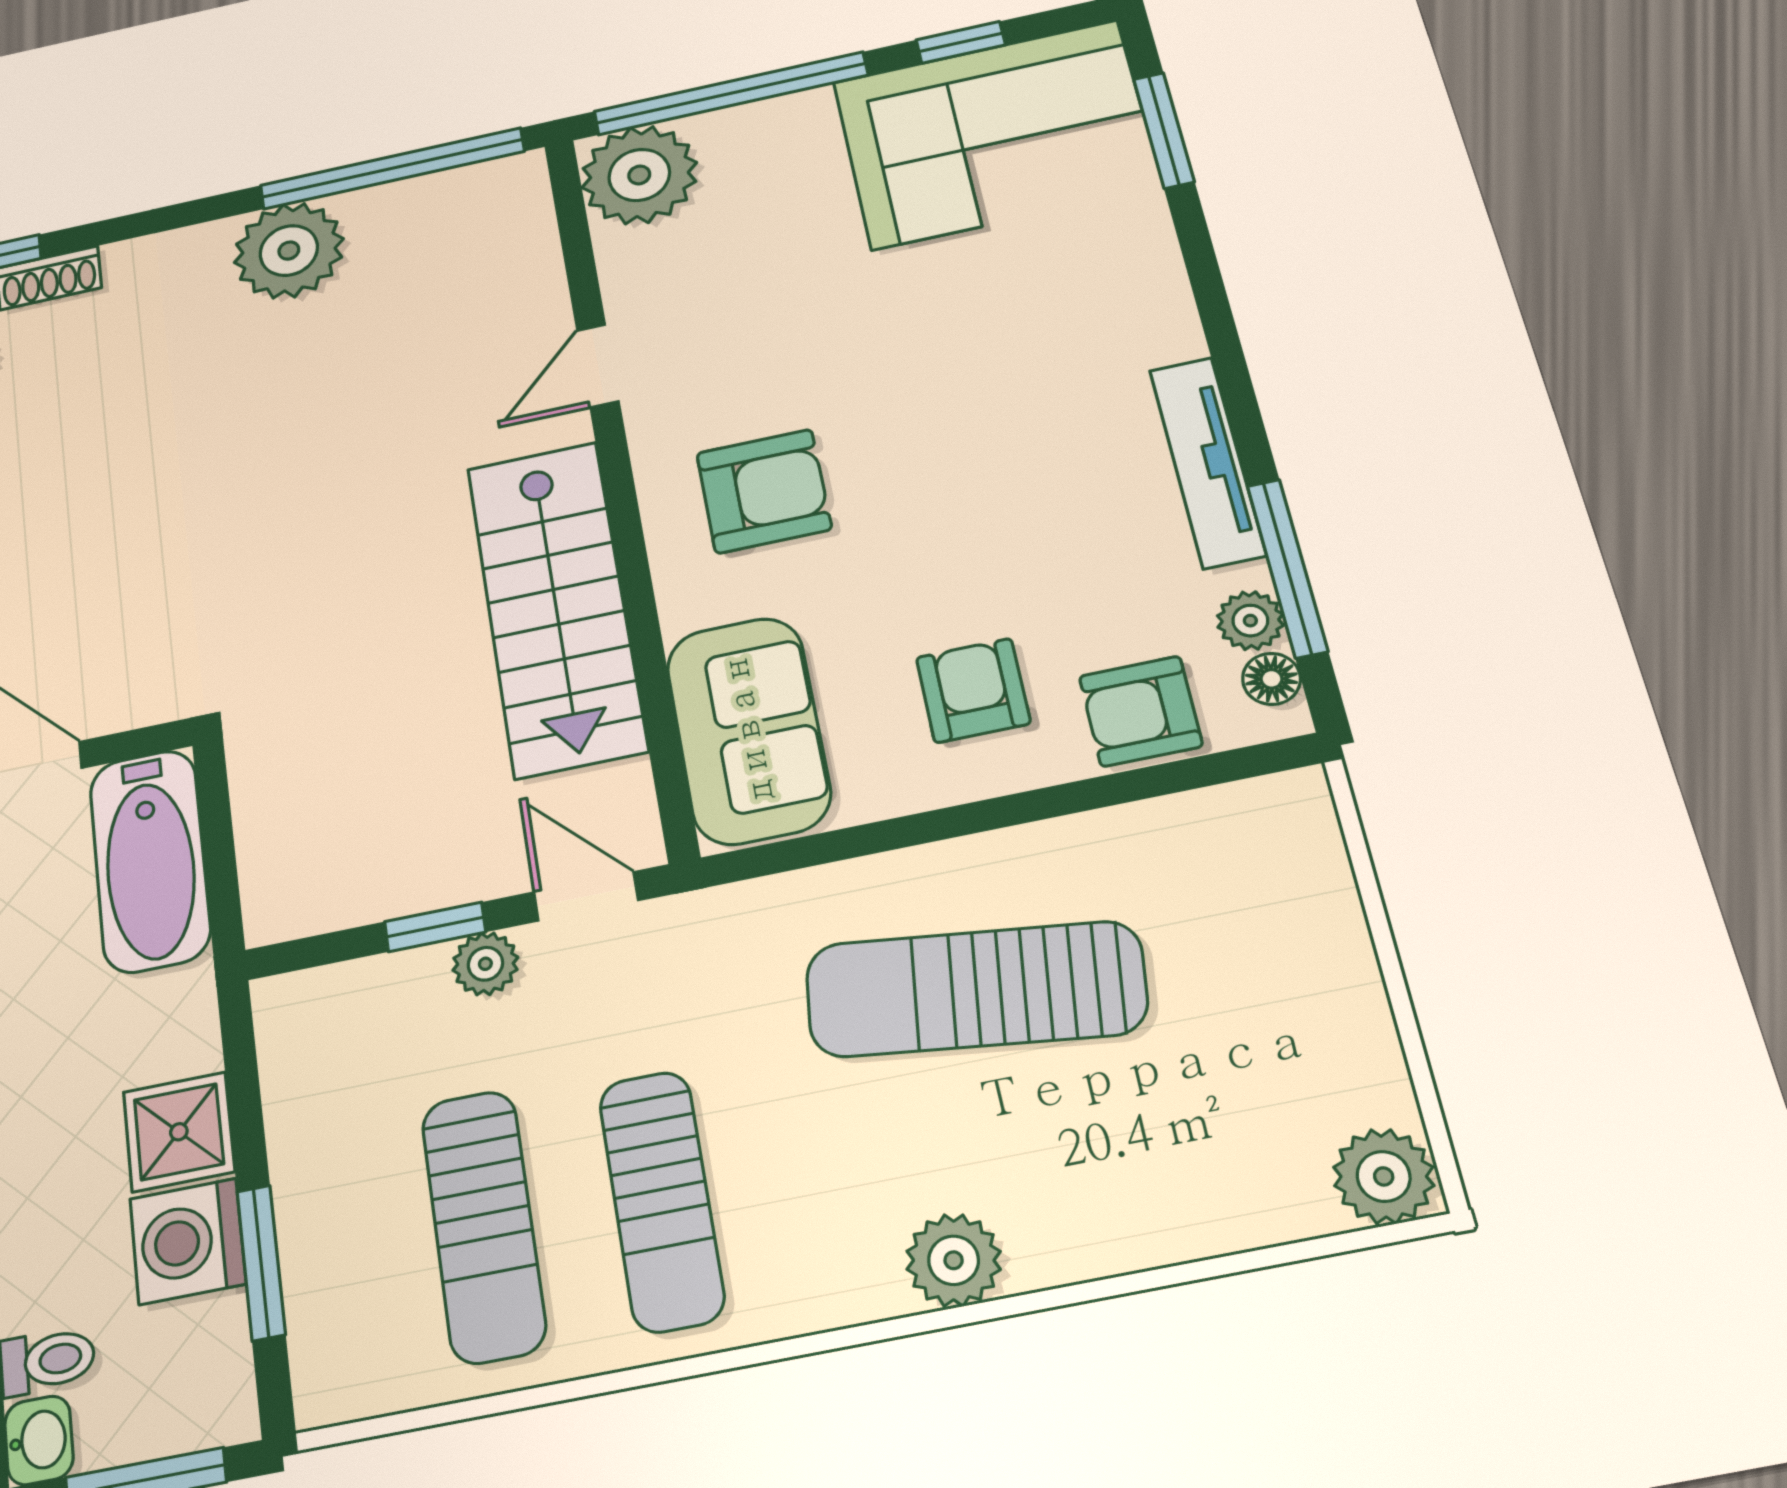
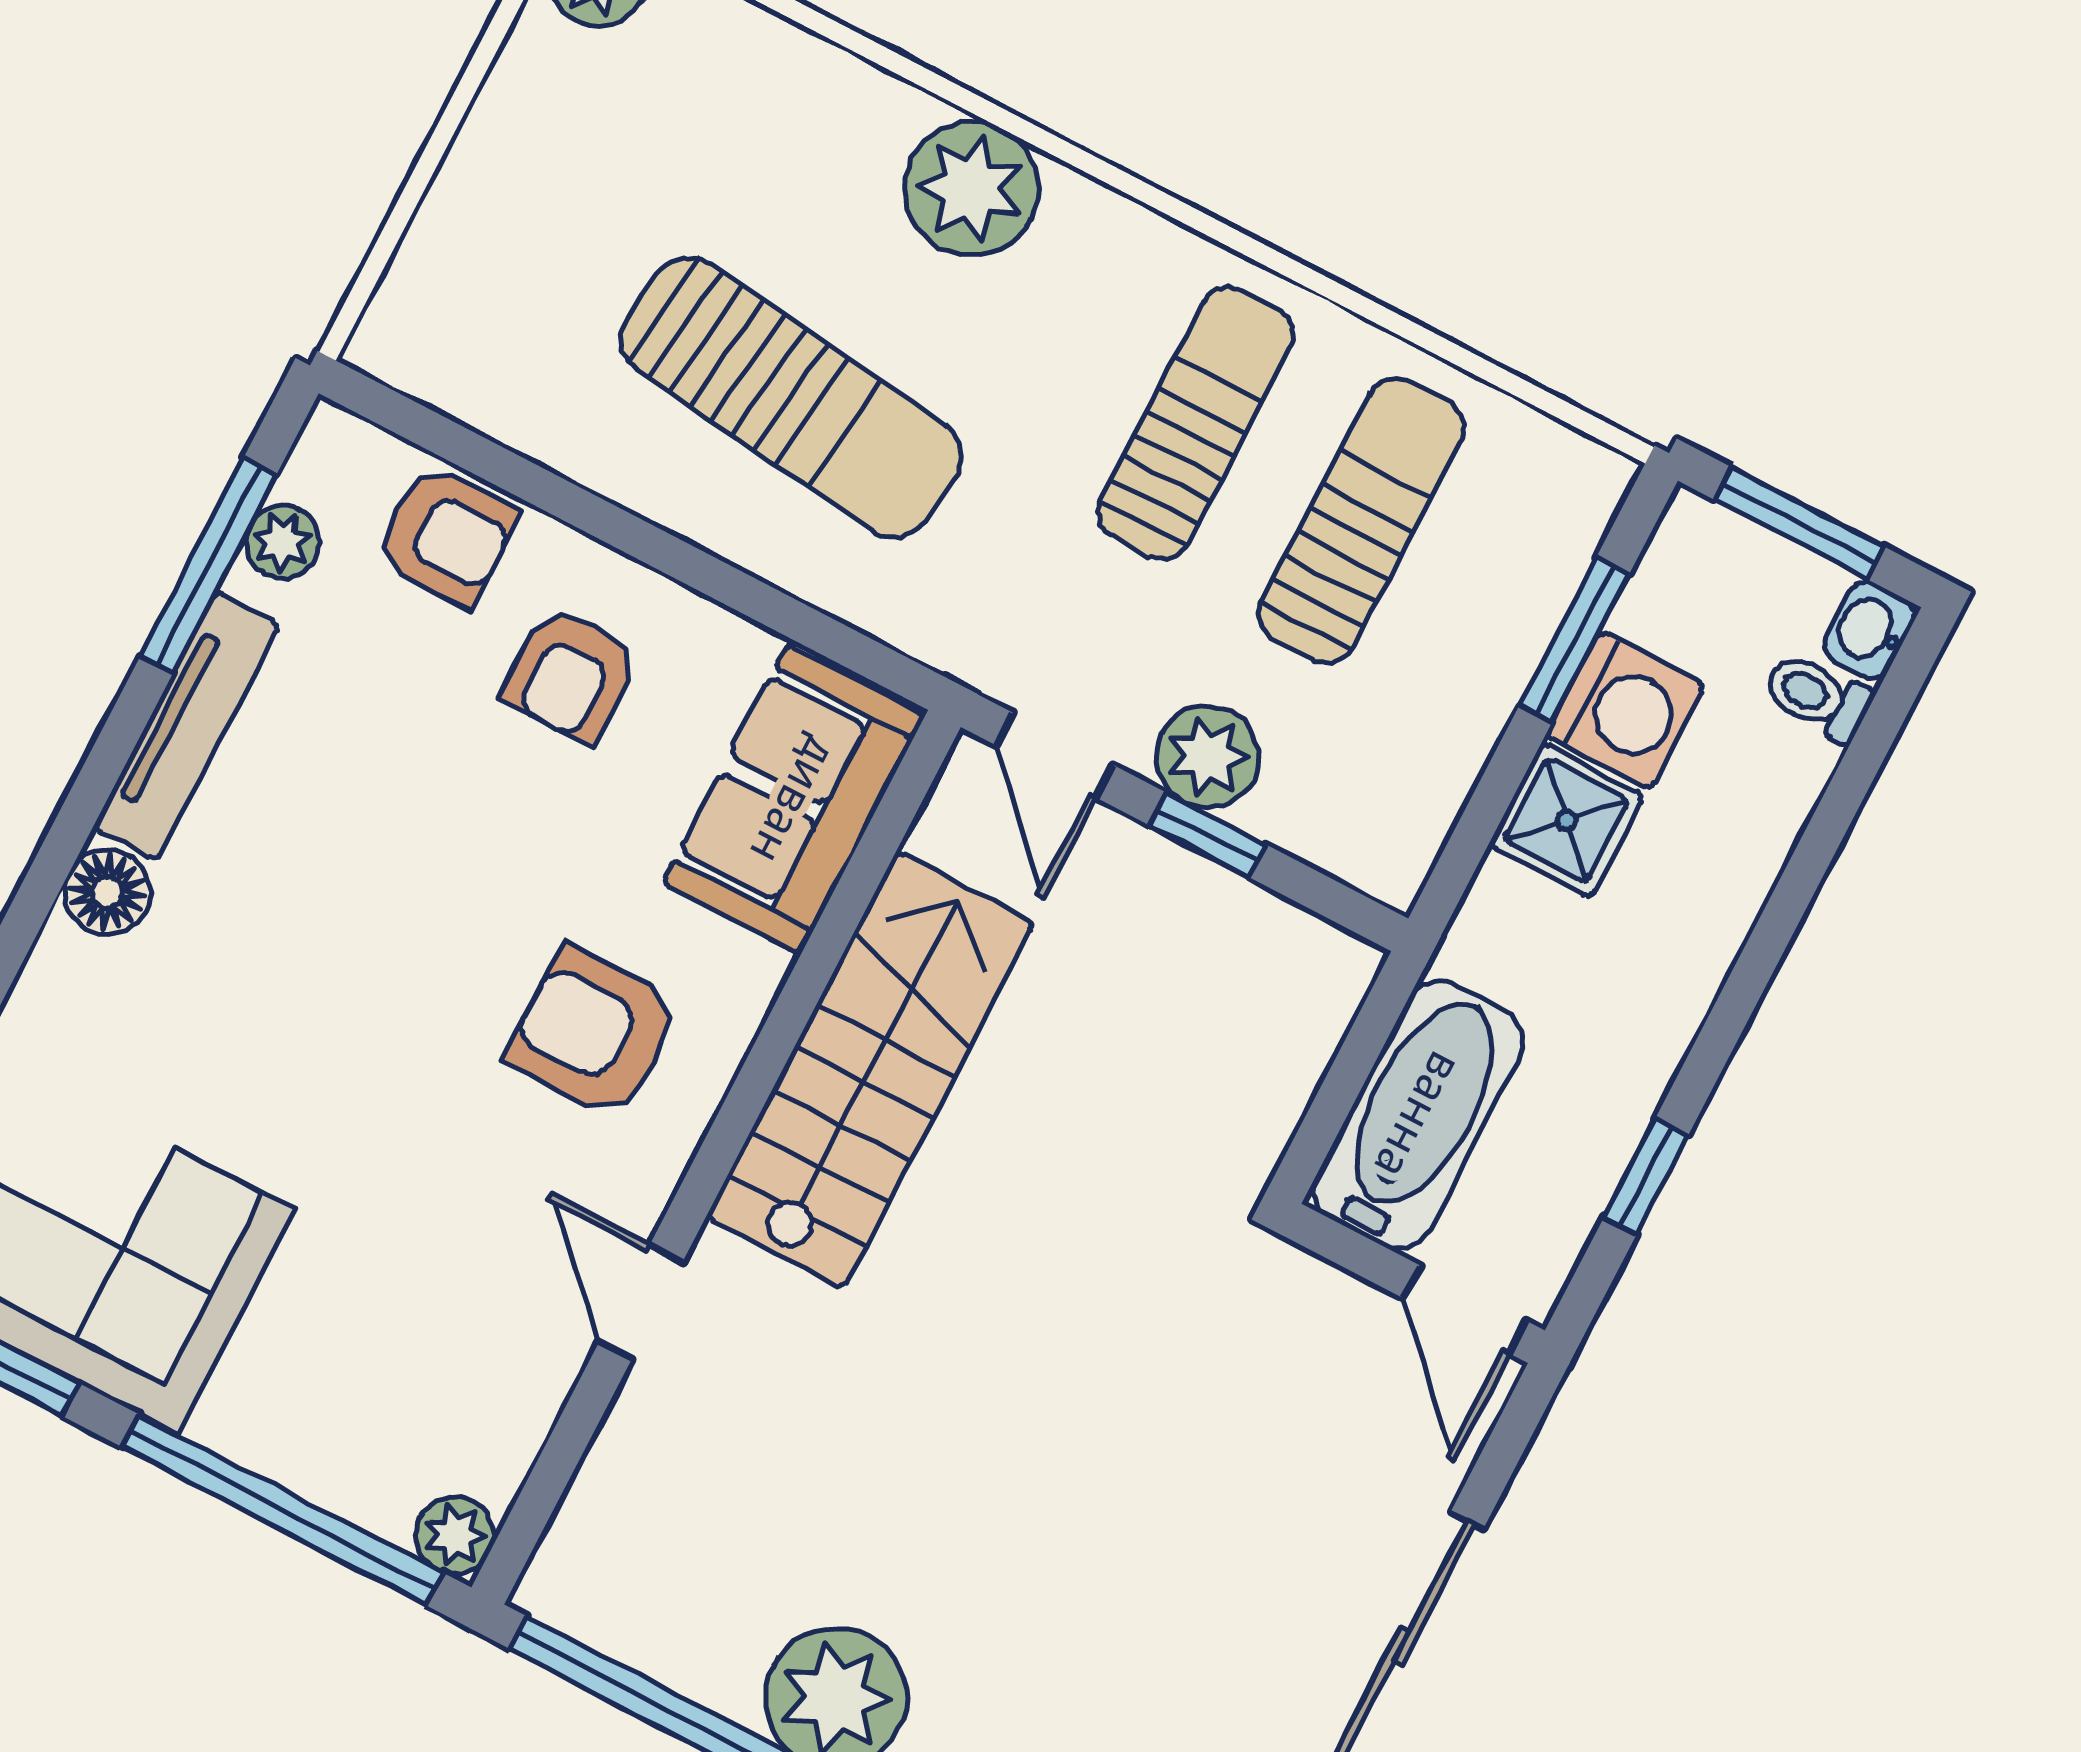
plant: (639, 175) -> (455, 1535), width x0.53, depth x0.53
door: (598, 366) -> (641, 1302), swing flipped
floor lamp: (1271, 679) -> (107, 892), moved, width x1.37, depth x1.37
plant: (485, 964) -> (1207, 757), width x1.38, depth x1.38
plant: (954, 1260) -> (971, 188), width x1.36, depth x1.36

